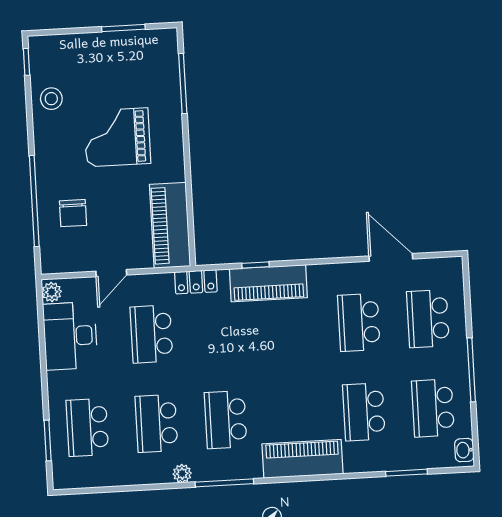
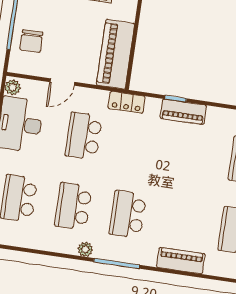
chair: (73, 213) -> (31, 41), moved
piano: (268, 283) -> (183, 112), width x0.73, depth x0.75
piano: (303, 459) -> (181, 261), width x0.73, depth x0.75

